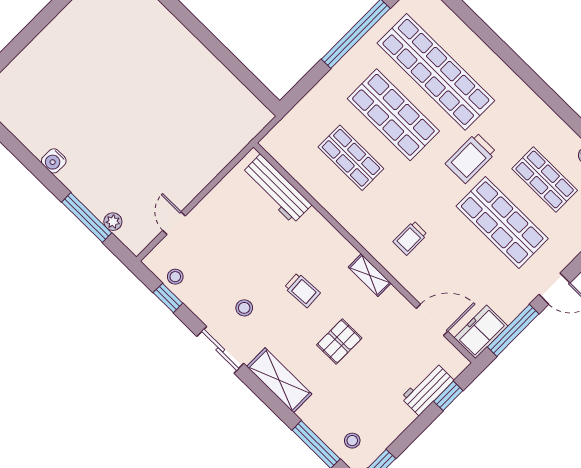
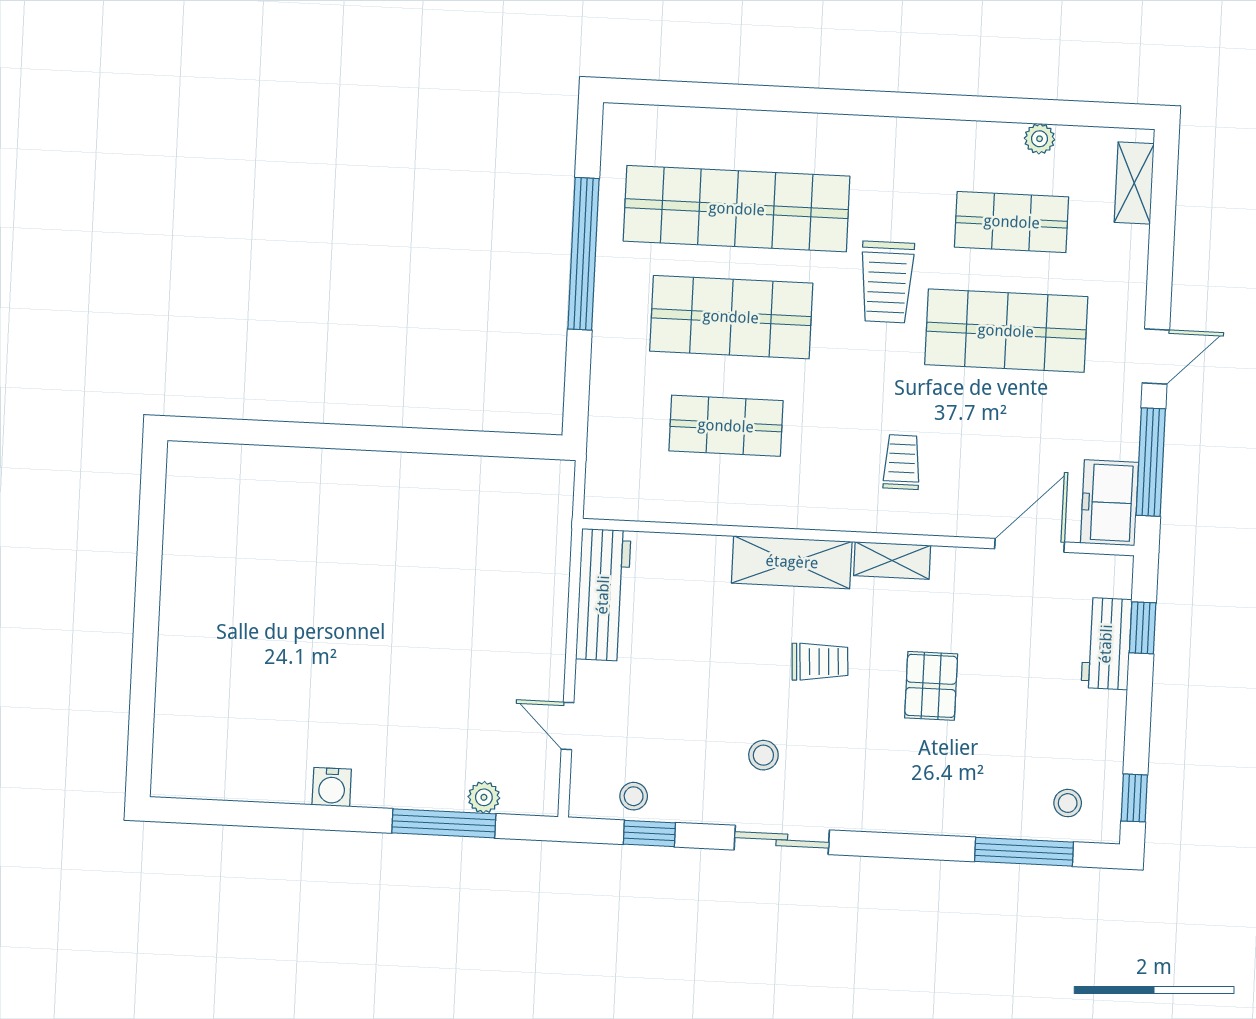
workbench: (277, 189) -> (603, 595), moved, turned -90
trolley: (410, 238) -> (902, 462), turned 180
shelving: (279, 380) -> (792, 562), moved

